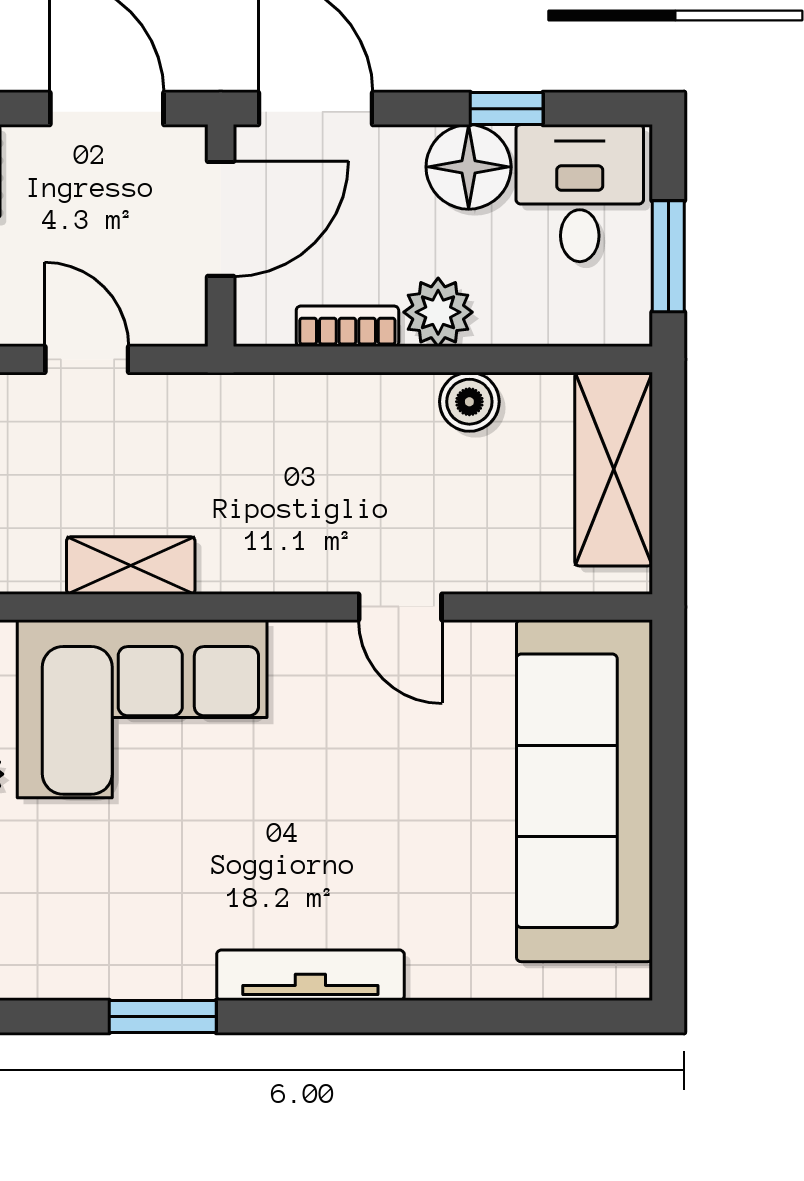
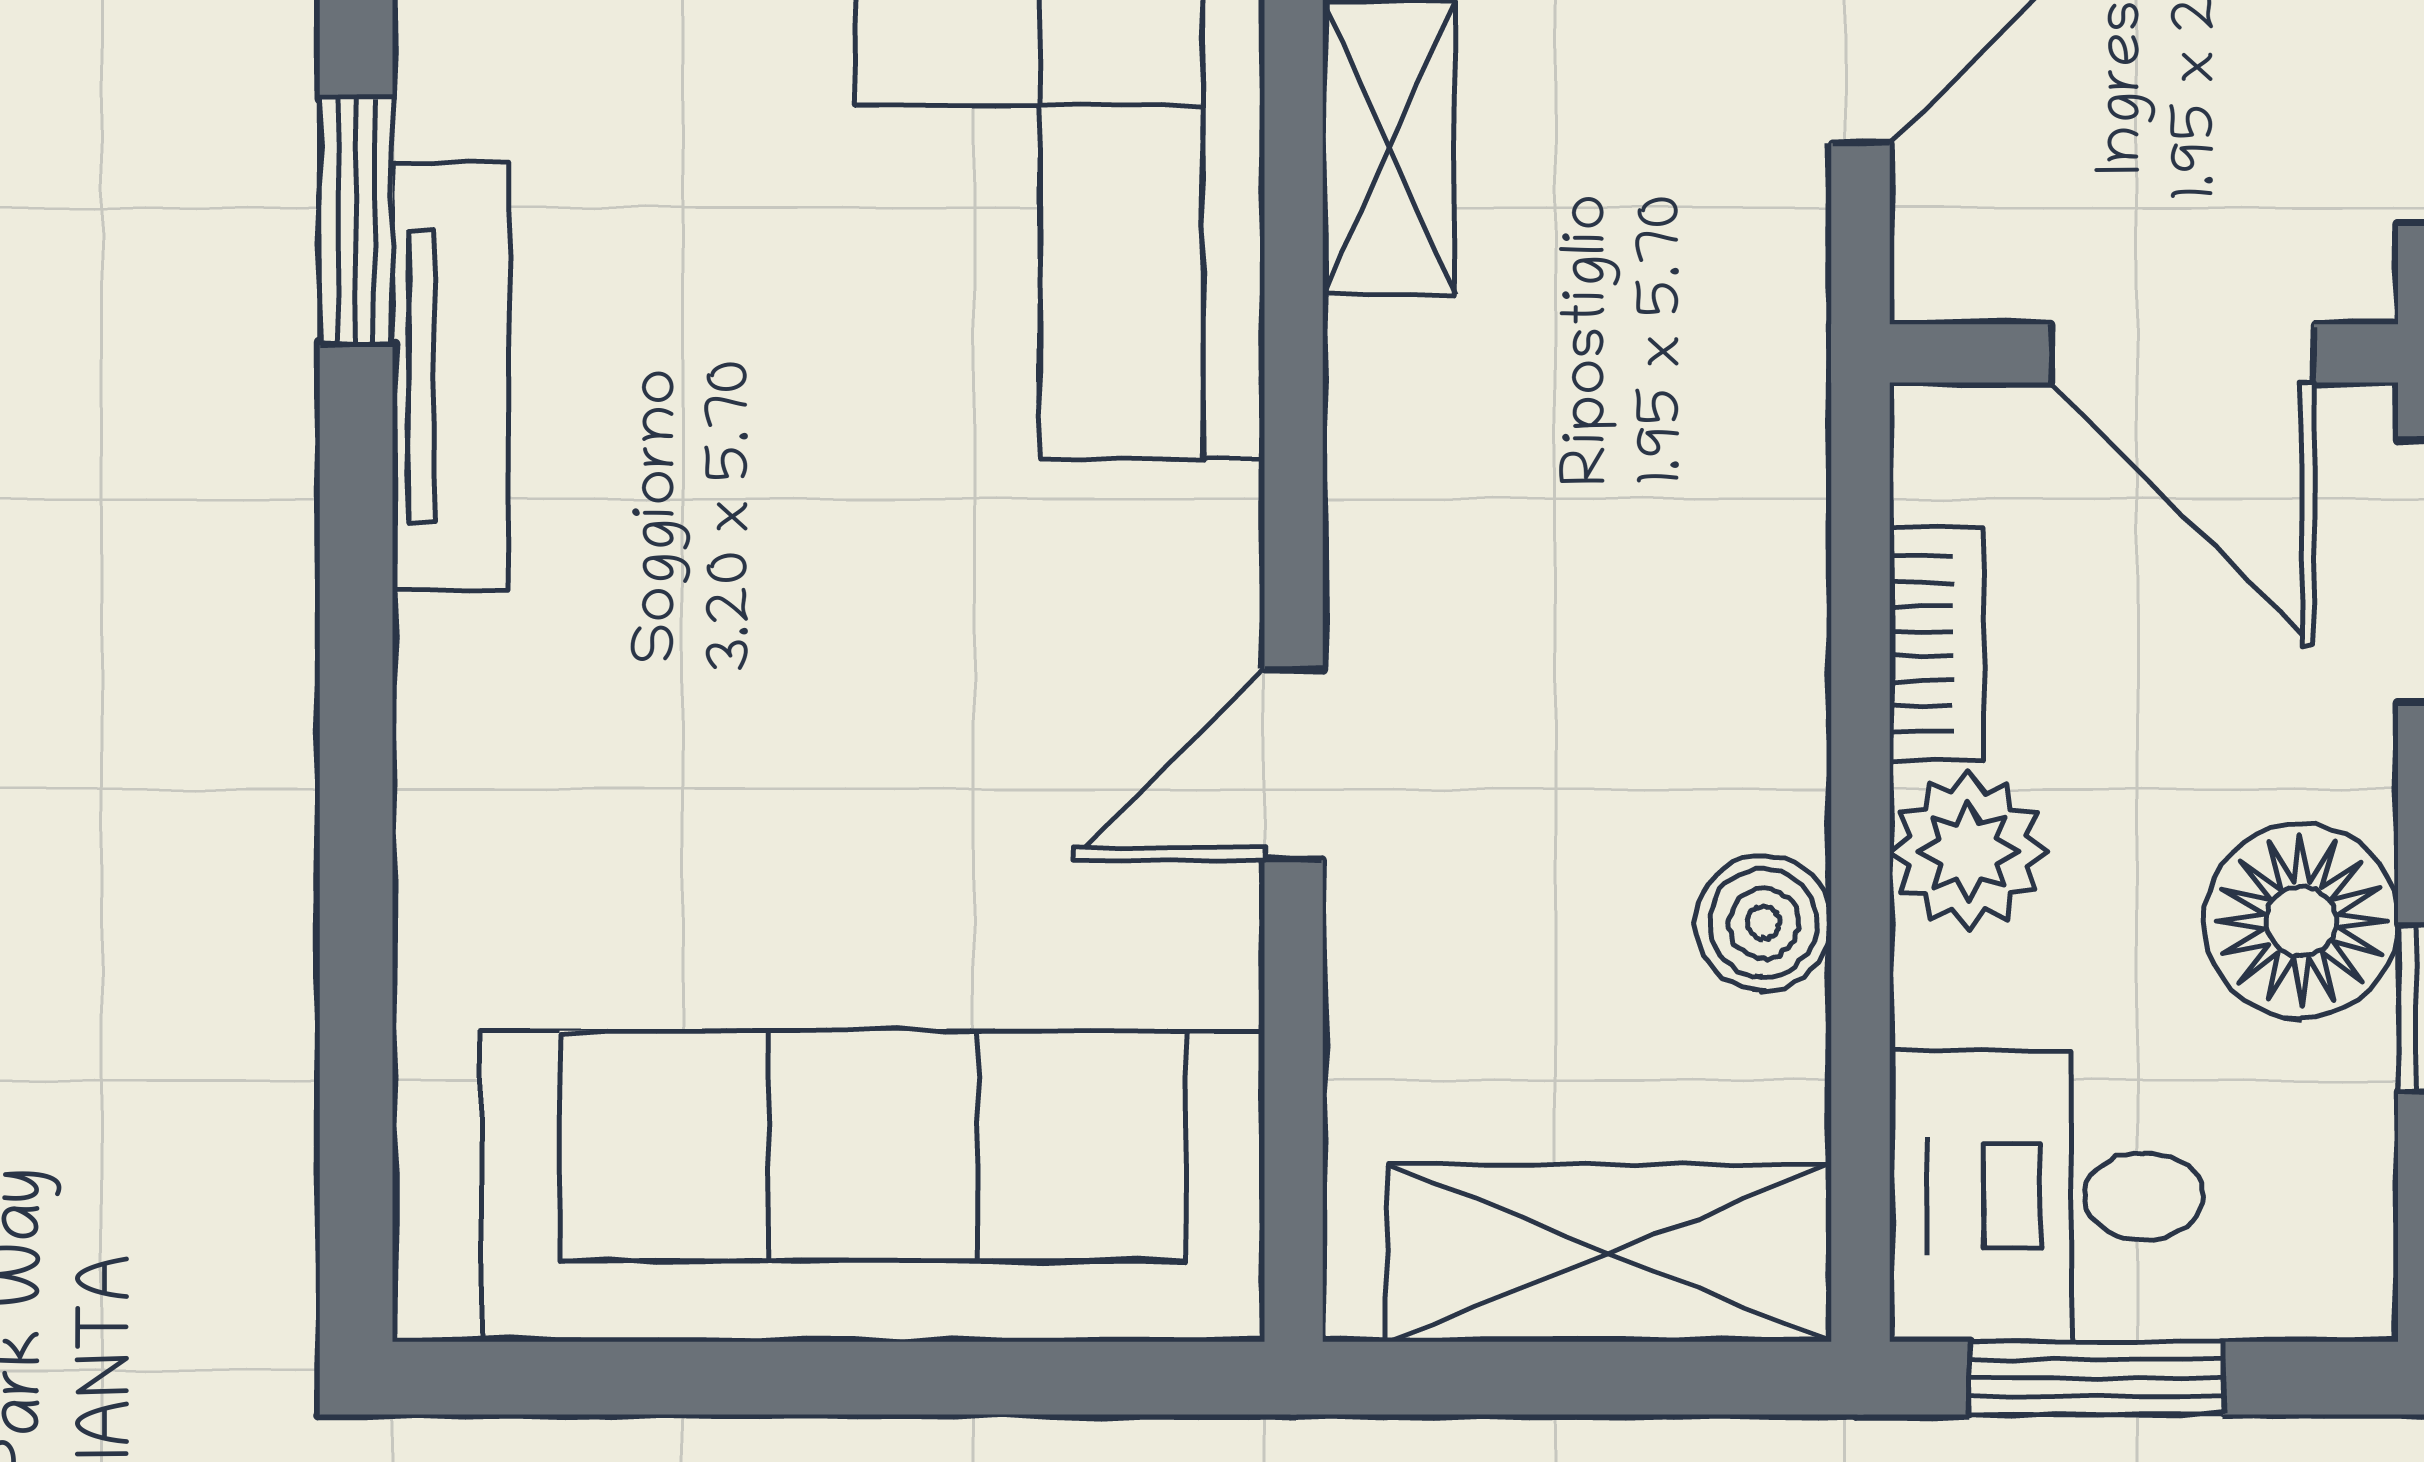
desk: (580, 193) -> (2047, 1196), moved, turned 180
tv unit: (310, 975) -> (451, 377), moved

